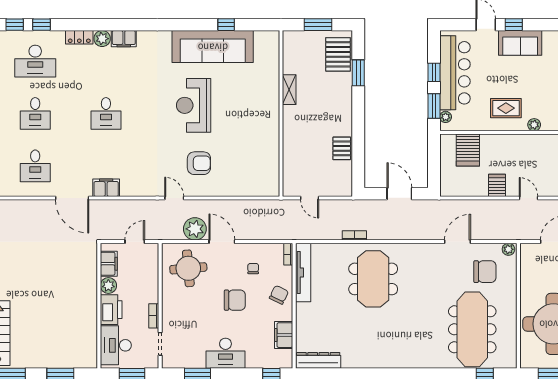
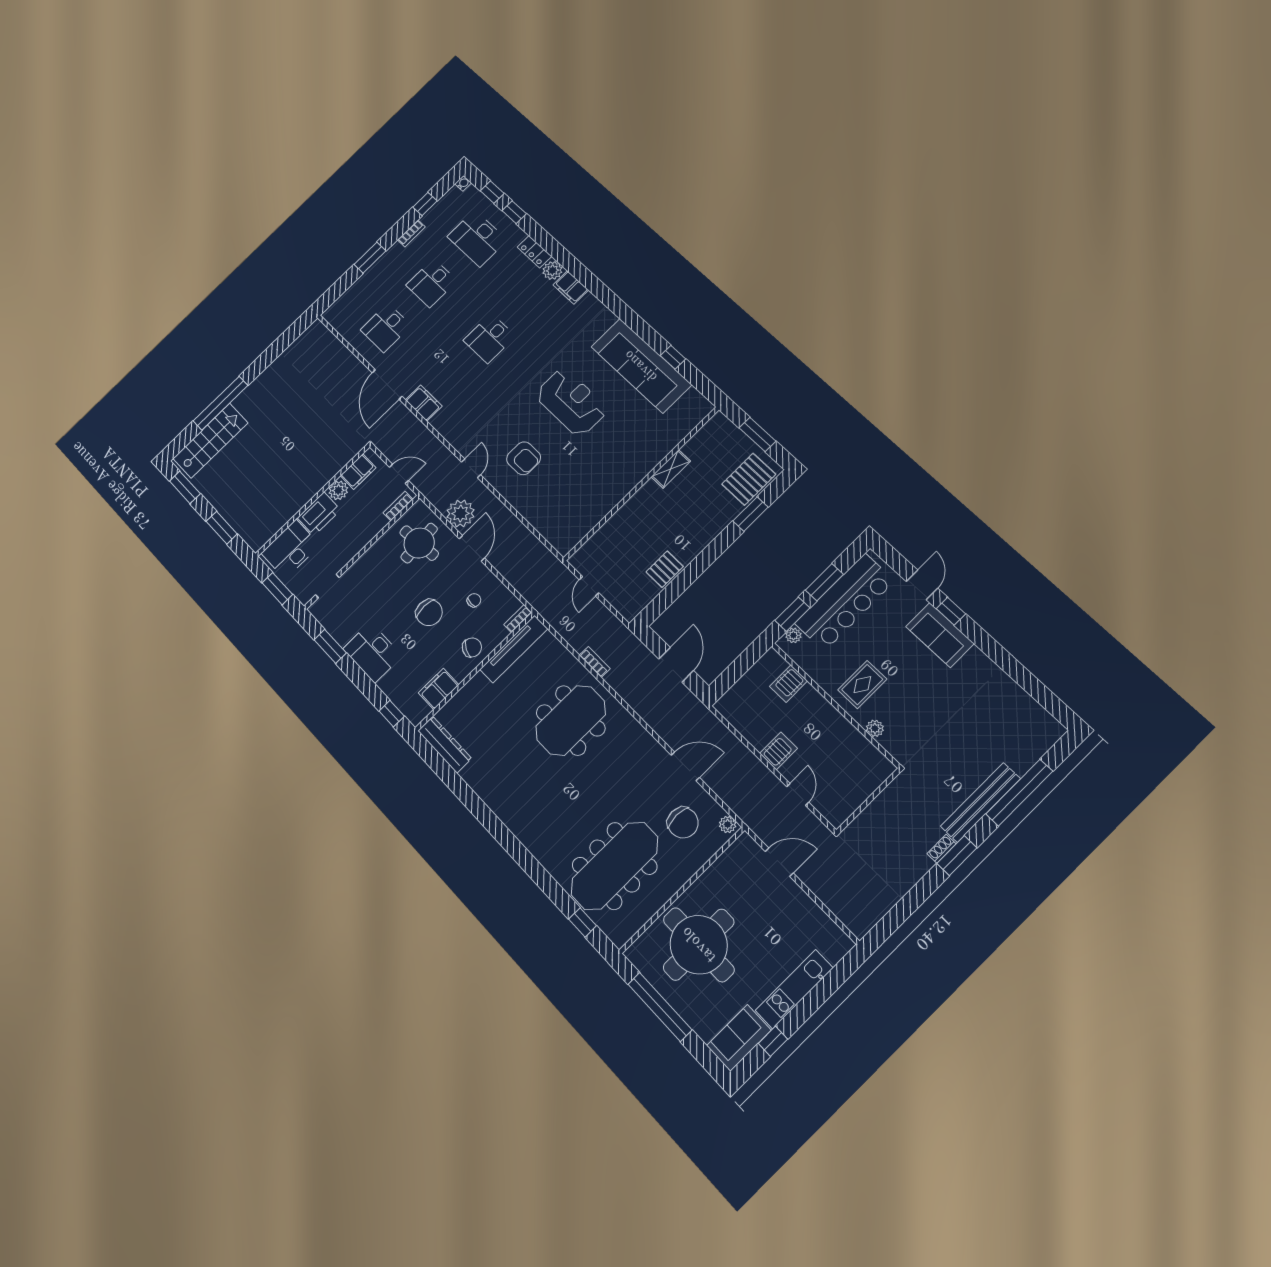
window: (434, 72) -> (824, 582), width x1.50
reception desk: (194, 105) -> (571, 402), turned 90
rug: (506, 108) -> (862, 685), turned 90
server rack: (468, 150) -> (789, 684), width x0.73, depth x0.70
bookcase: (154, 316) -> (398, 506), moved

